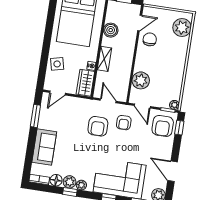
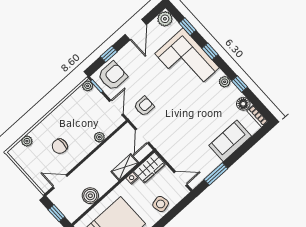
plant: (182, 28) -> (27, 141), width x0.53, depth x0.53
chair: (150, 39) -> (60, 146), moved
shelving: (104, 59) -> (125, 167), moved
plant: (141, 80) -> (99, 137), width x0.53, depth x0.53
armchair: (98, 126) -> (169, 121), removed
window: (179, 128) -> (109, 54), moved
plant: (70, 182) -> (233, 93), removed

